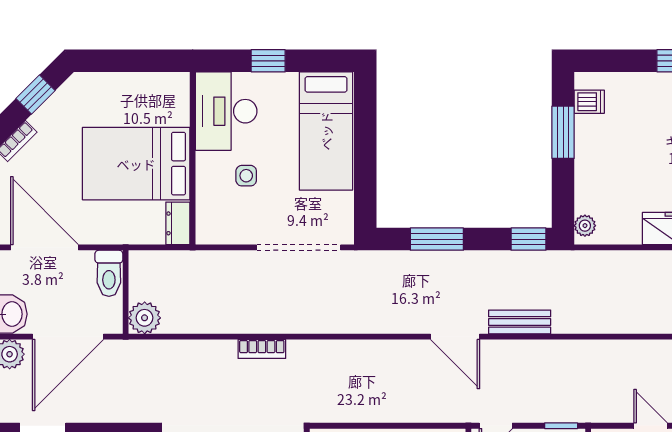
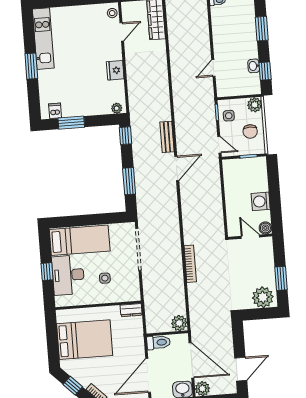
desk: (226, 111) -> (68, 275), moved, turned 90
bed: (136, 164) -> (85, 340), moved, turned -90
bookcase: (262, 349) -> (190, 264), width x1.56

